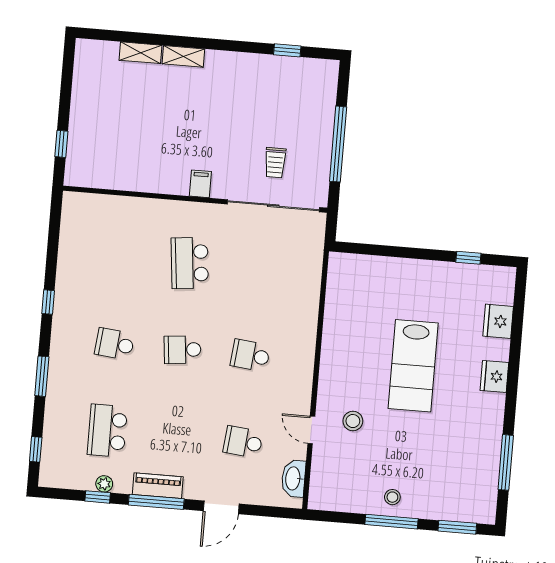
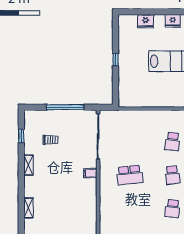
shelving: (183, 56) -> (28, 165), moved
trolley: (275, 163) -> (51, 140), moved
window: (468, 258) -> (116, 60), moved

